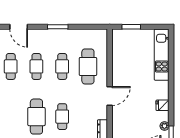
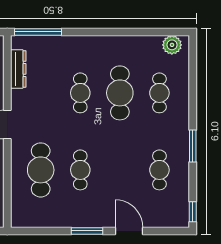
door: (19, 27) -> (129, 231), moved
cafe table: (36, 66) -> (159, 93), moved

